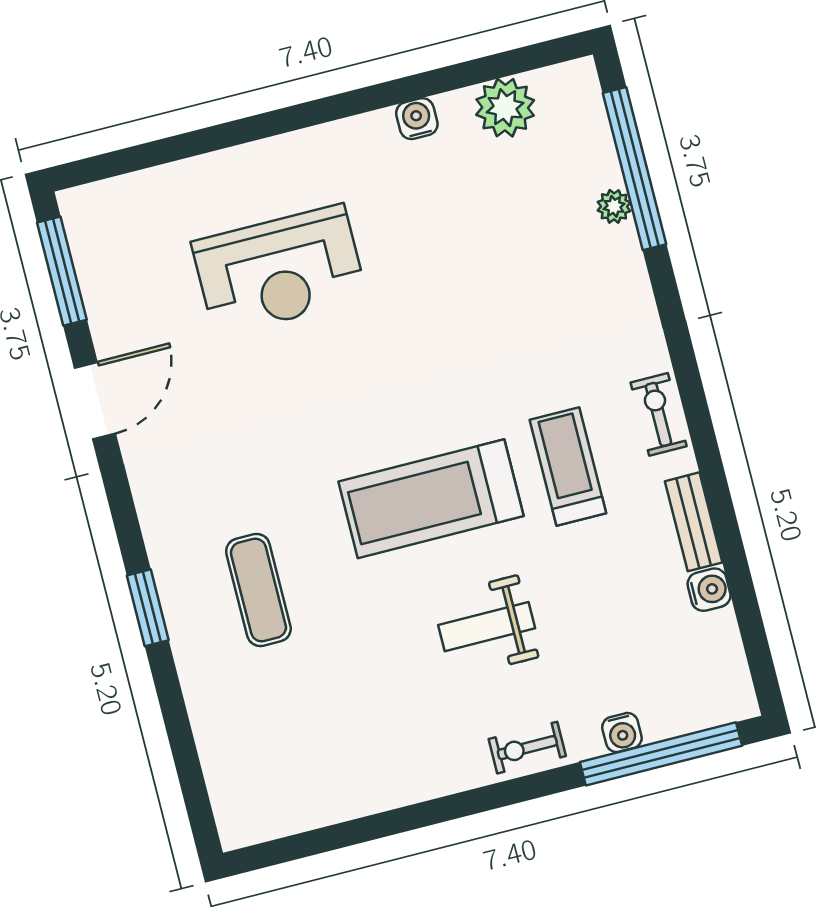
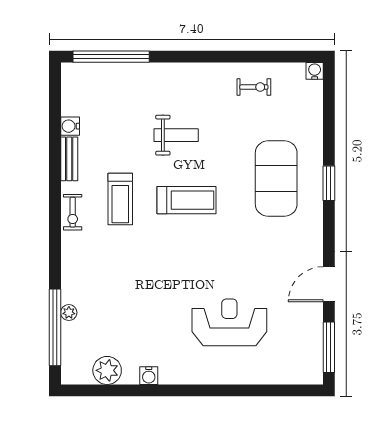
treadmill: (431, 499) -> (187, 200), width x0.73, depth x0.73
exercise mat: (258, 590) -> (276, 179), width x2.00, depth x1.45
water cooler: (622, 733) -> (315, 71), moved
exercise bike: (527, 748) -> (254, 87), moved

